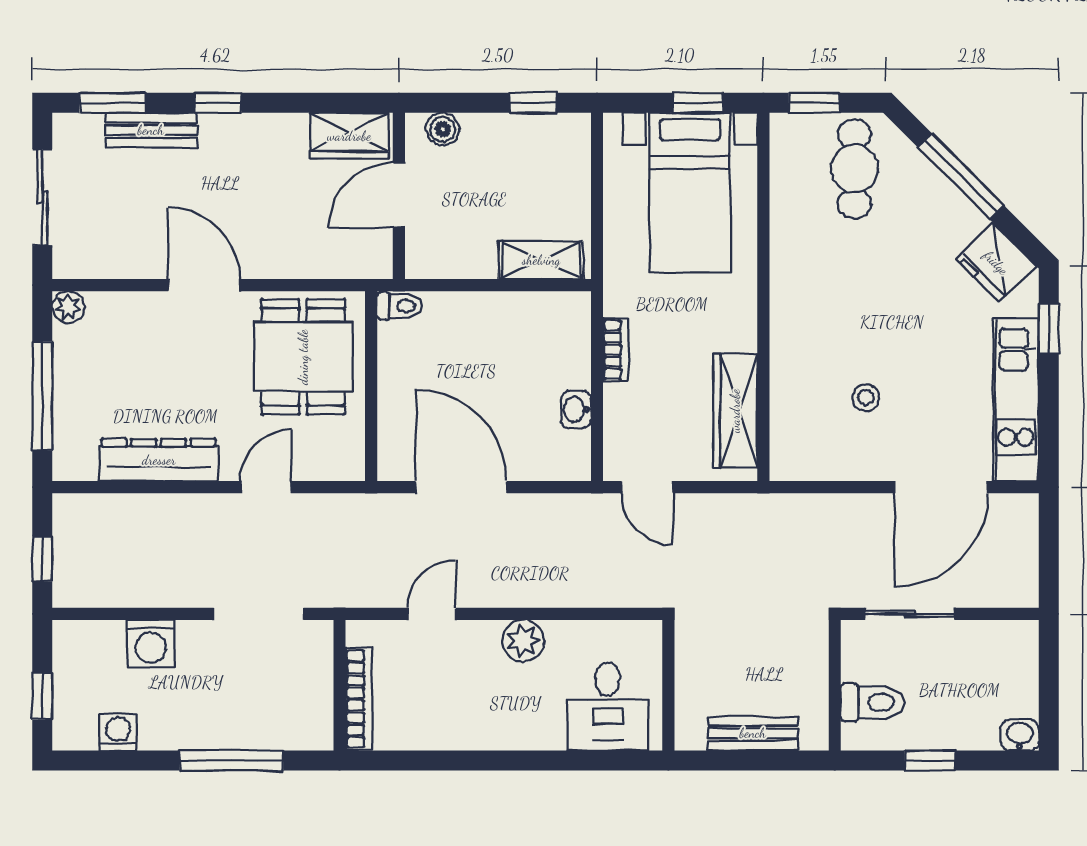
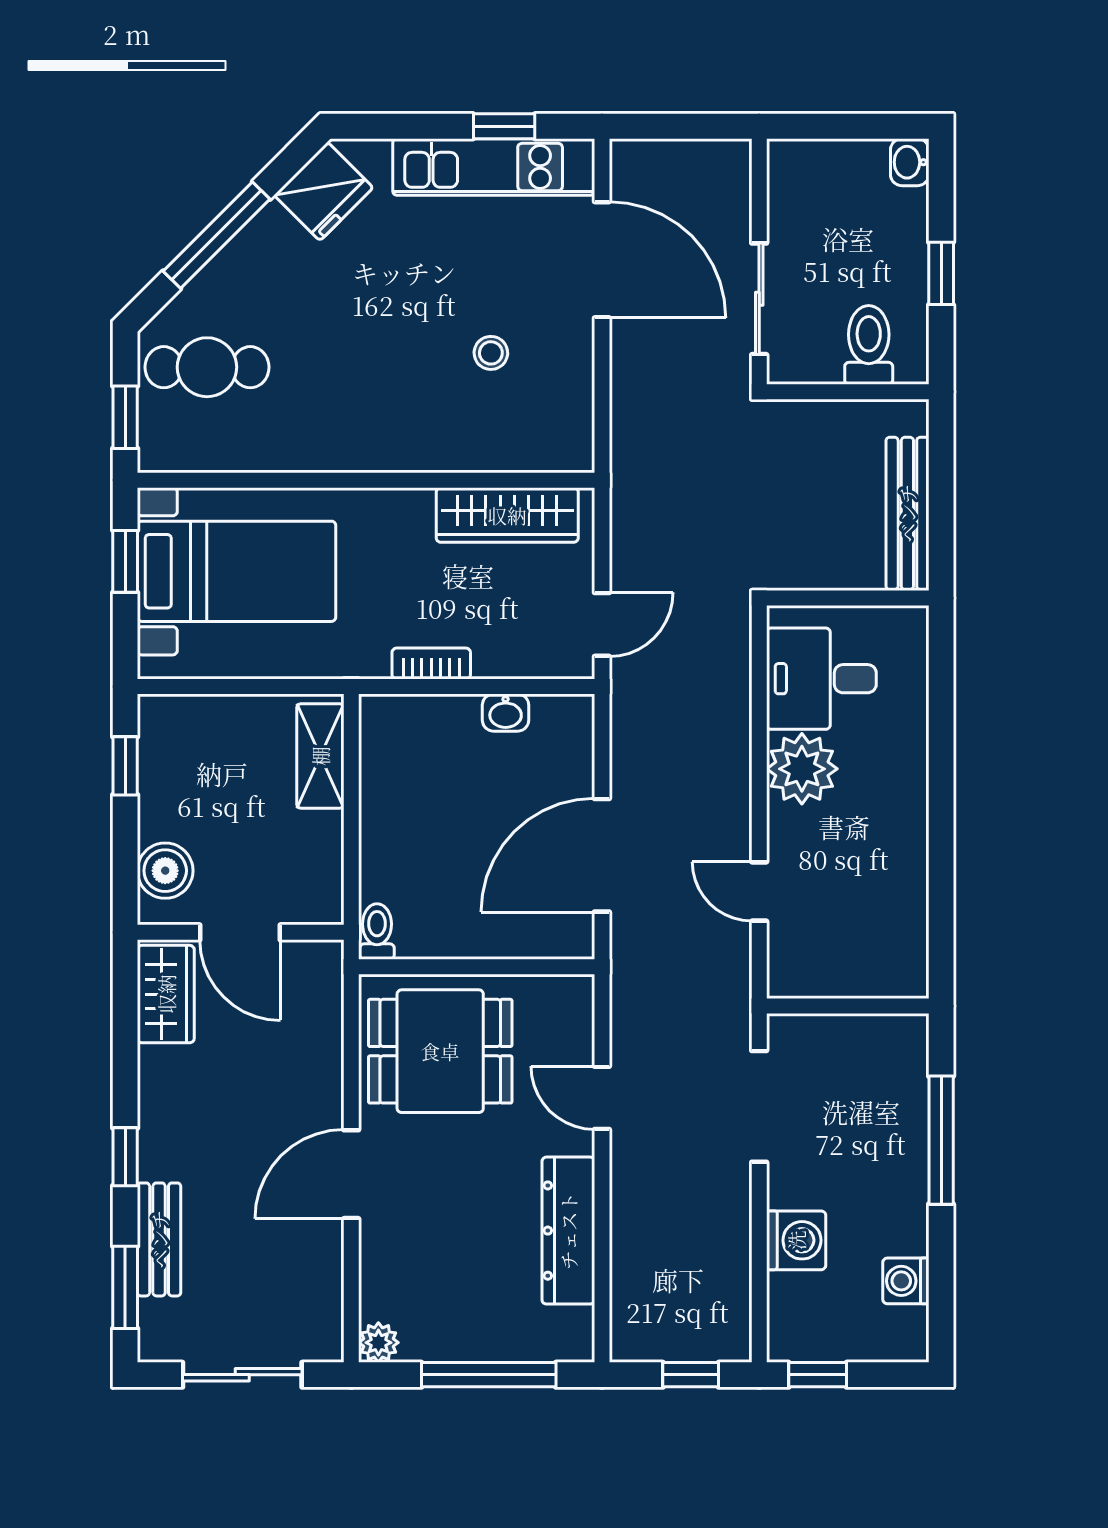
boiler: (443, 129) -> (165, 871), width x1.36, depth x1.36
window: (1049, 328) -> (504, 126), moved
plant: (523, 641) -> (802, 769), width x1.36, depth x1.36
window: (42, 696) -> (818, 1375), moved
bookcase: (359, 699) -> (865, 982), removed
desk: (608, 706) -> (821, 679), moved, turned 180
bench: (753, 733) -> (907, 513), width x1.36

